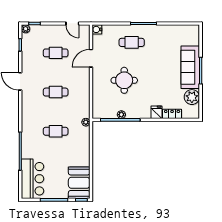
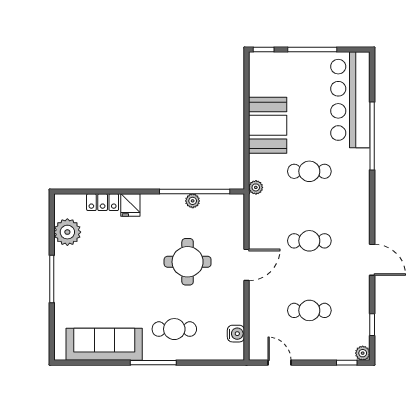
water cooler: (97, 29) -> (236, 334), moved
door: (91, 58) -> (247, 265), moved
sofa: (190, 67) -> (104, 344), moved, turned -90
bar counter: (33, 179) -> (350, 100), width x1.36
booth: (79, 183) -> (268, 125), moved

